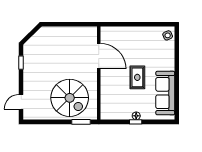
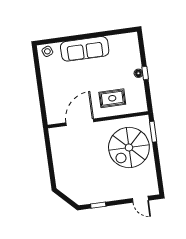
rug: (137, 77) -> (112, 98), moved
sofa: (165, 93) -> (85, 49), moved
spiral stairs: (70, 98) -> (129, 147), turned 180

